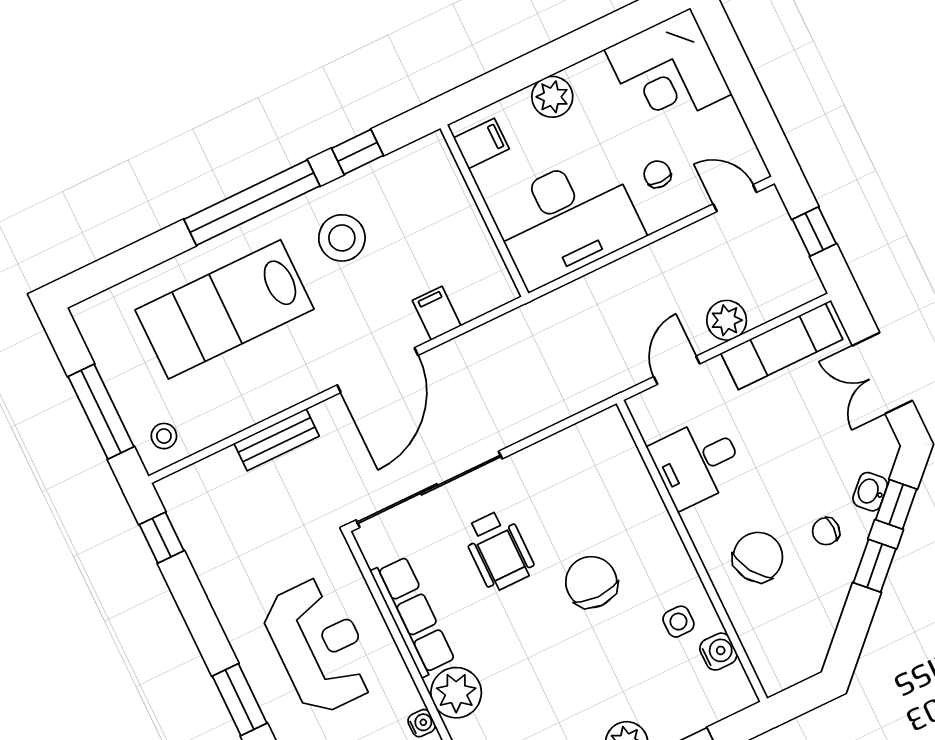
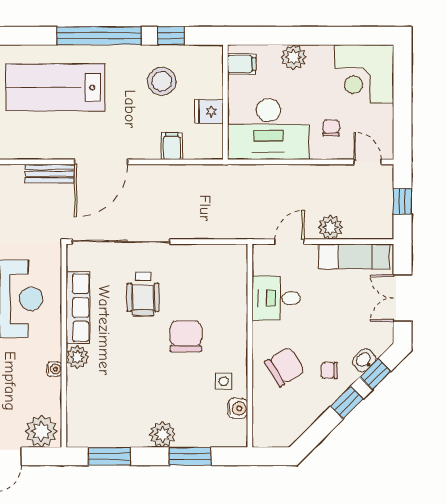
fridge: (467, 236) -> (209, 112), added
stool: (342, 238) -> (162, 81), moved
door: (378, 370) -> (101, 162), moved
plant: (456, 693) -> (77, 357), width x0.73, depth x0.73

